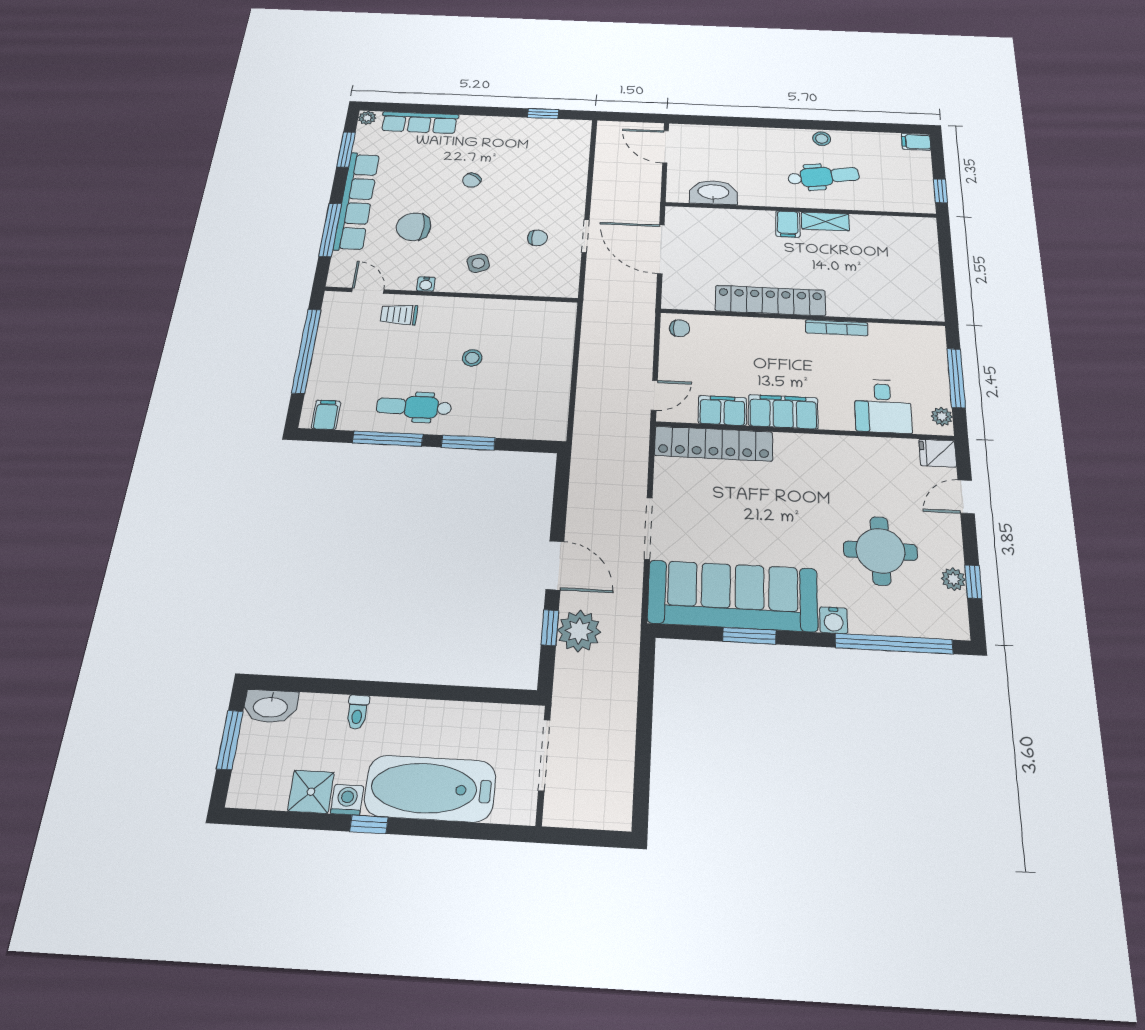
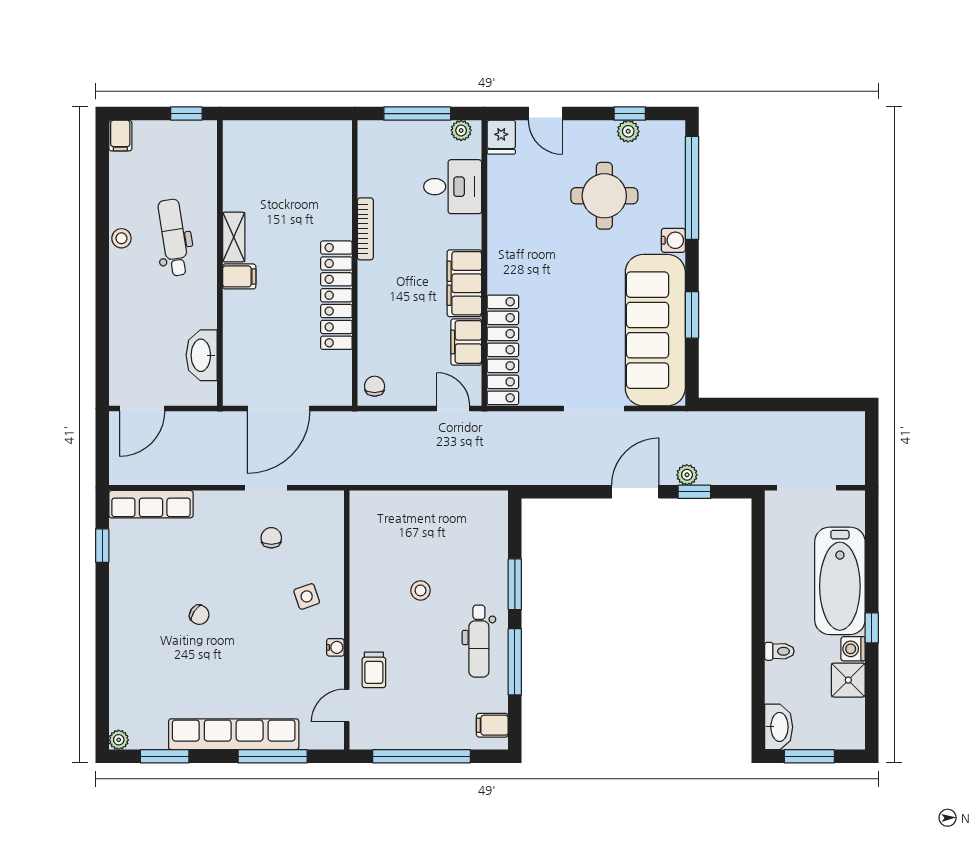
row of seats: (420, 123) -> (151, 504), moved, turned 90
chair: (414, 227) -> (264, 669), removed
plant: (579, 631) -> (687, 475), width x0.53, depth x0.53

